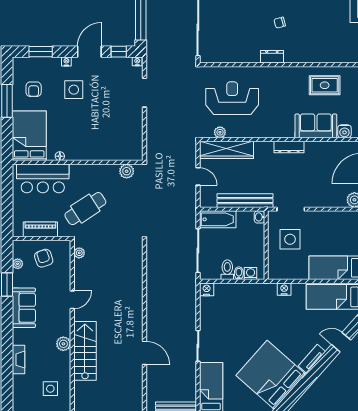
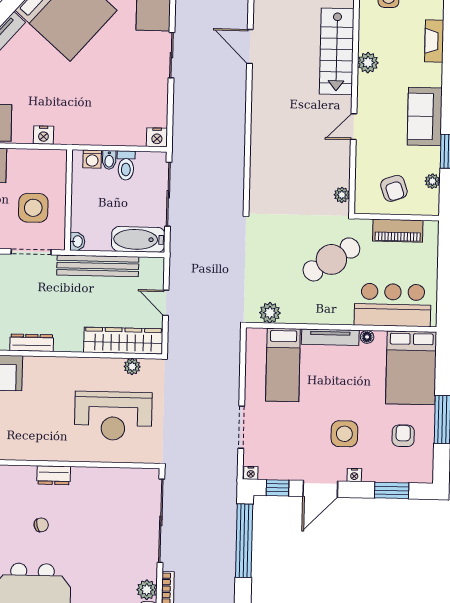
bed: (117, 136) -> (283, 365), added
tv unit: (85, 155) -> (330, 337), added

